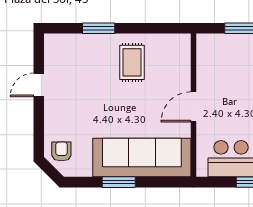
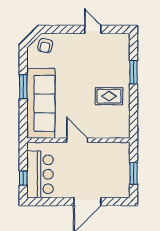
armchair: (61, 151) -> (45, 46), turned 103

